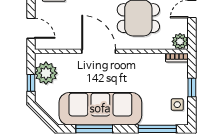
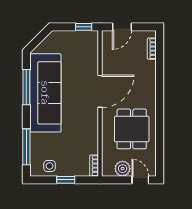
plant: (180, 41) -> (123, 169), moved
plant: (46, 73) -> (79, 41), removed
window: (31, 83) -> (84, 27), moved

